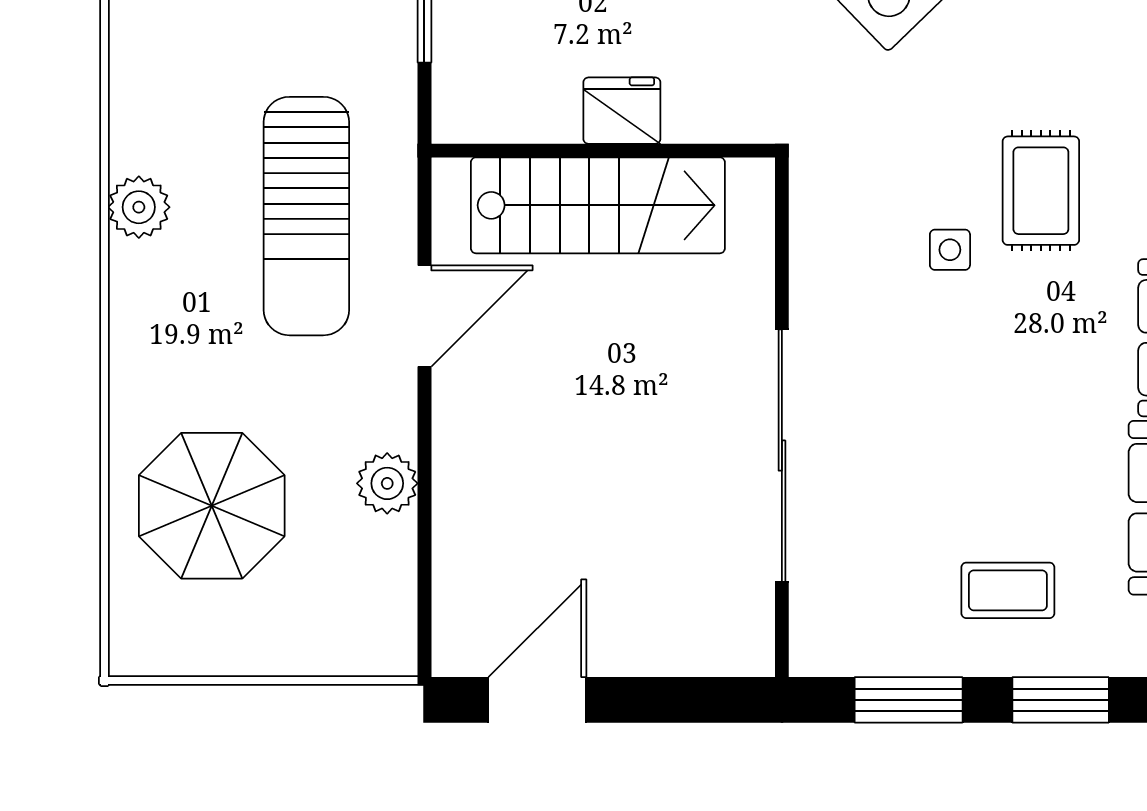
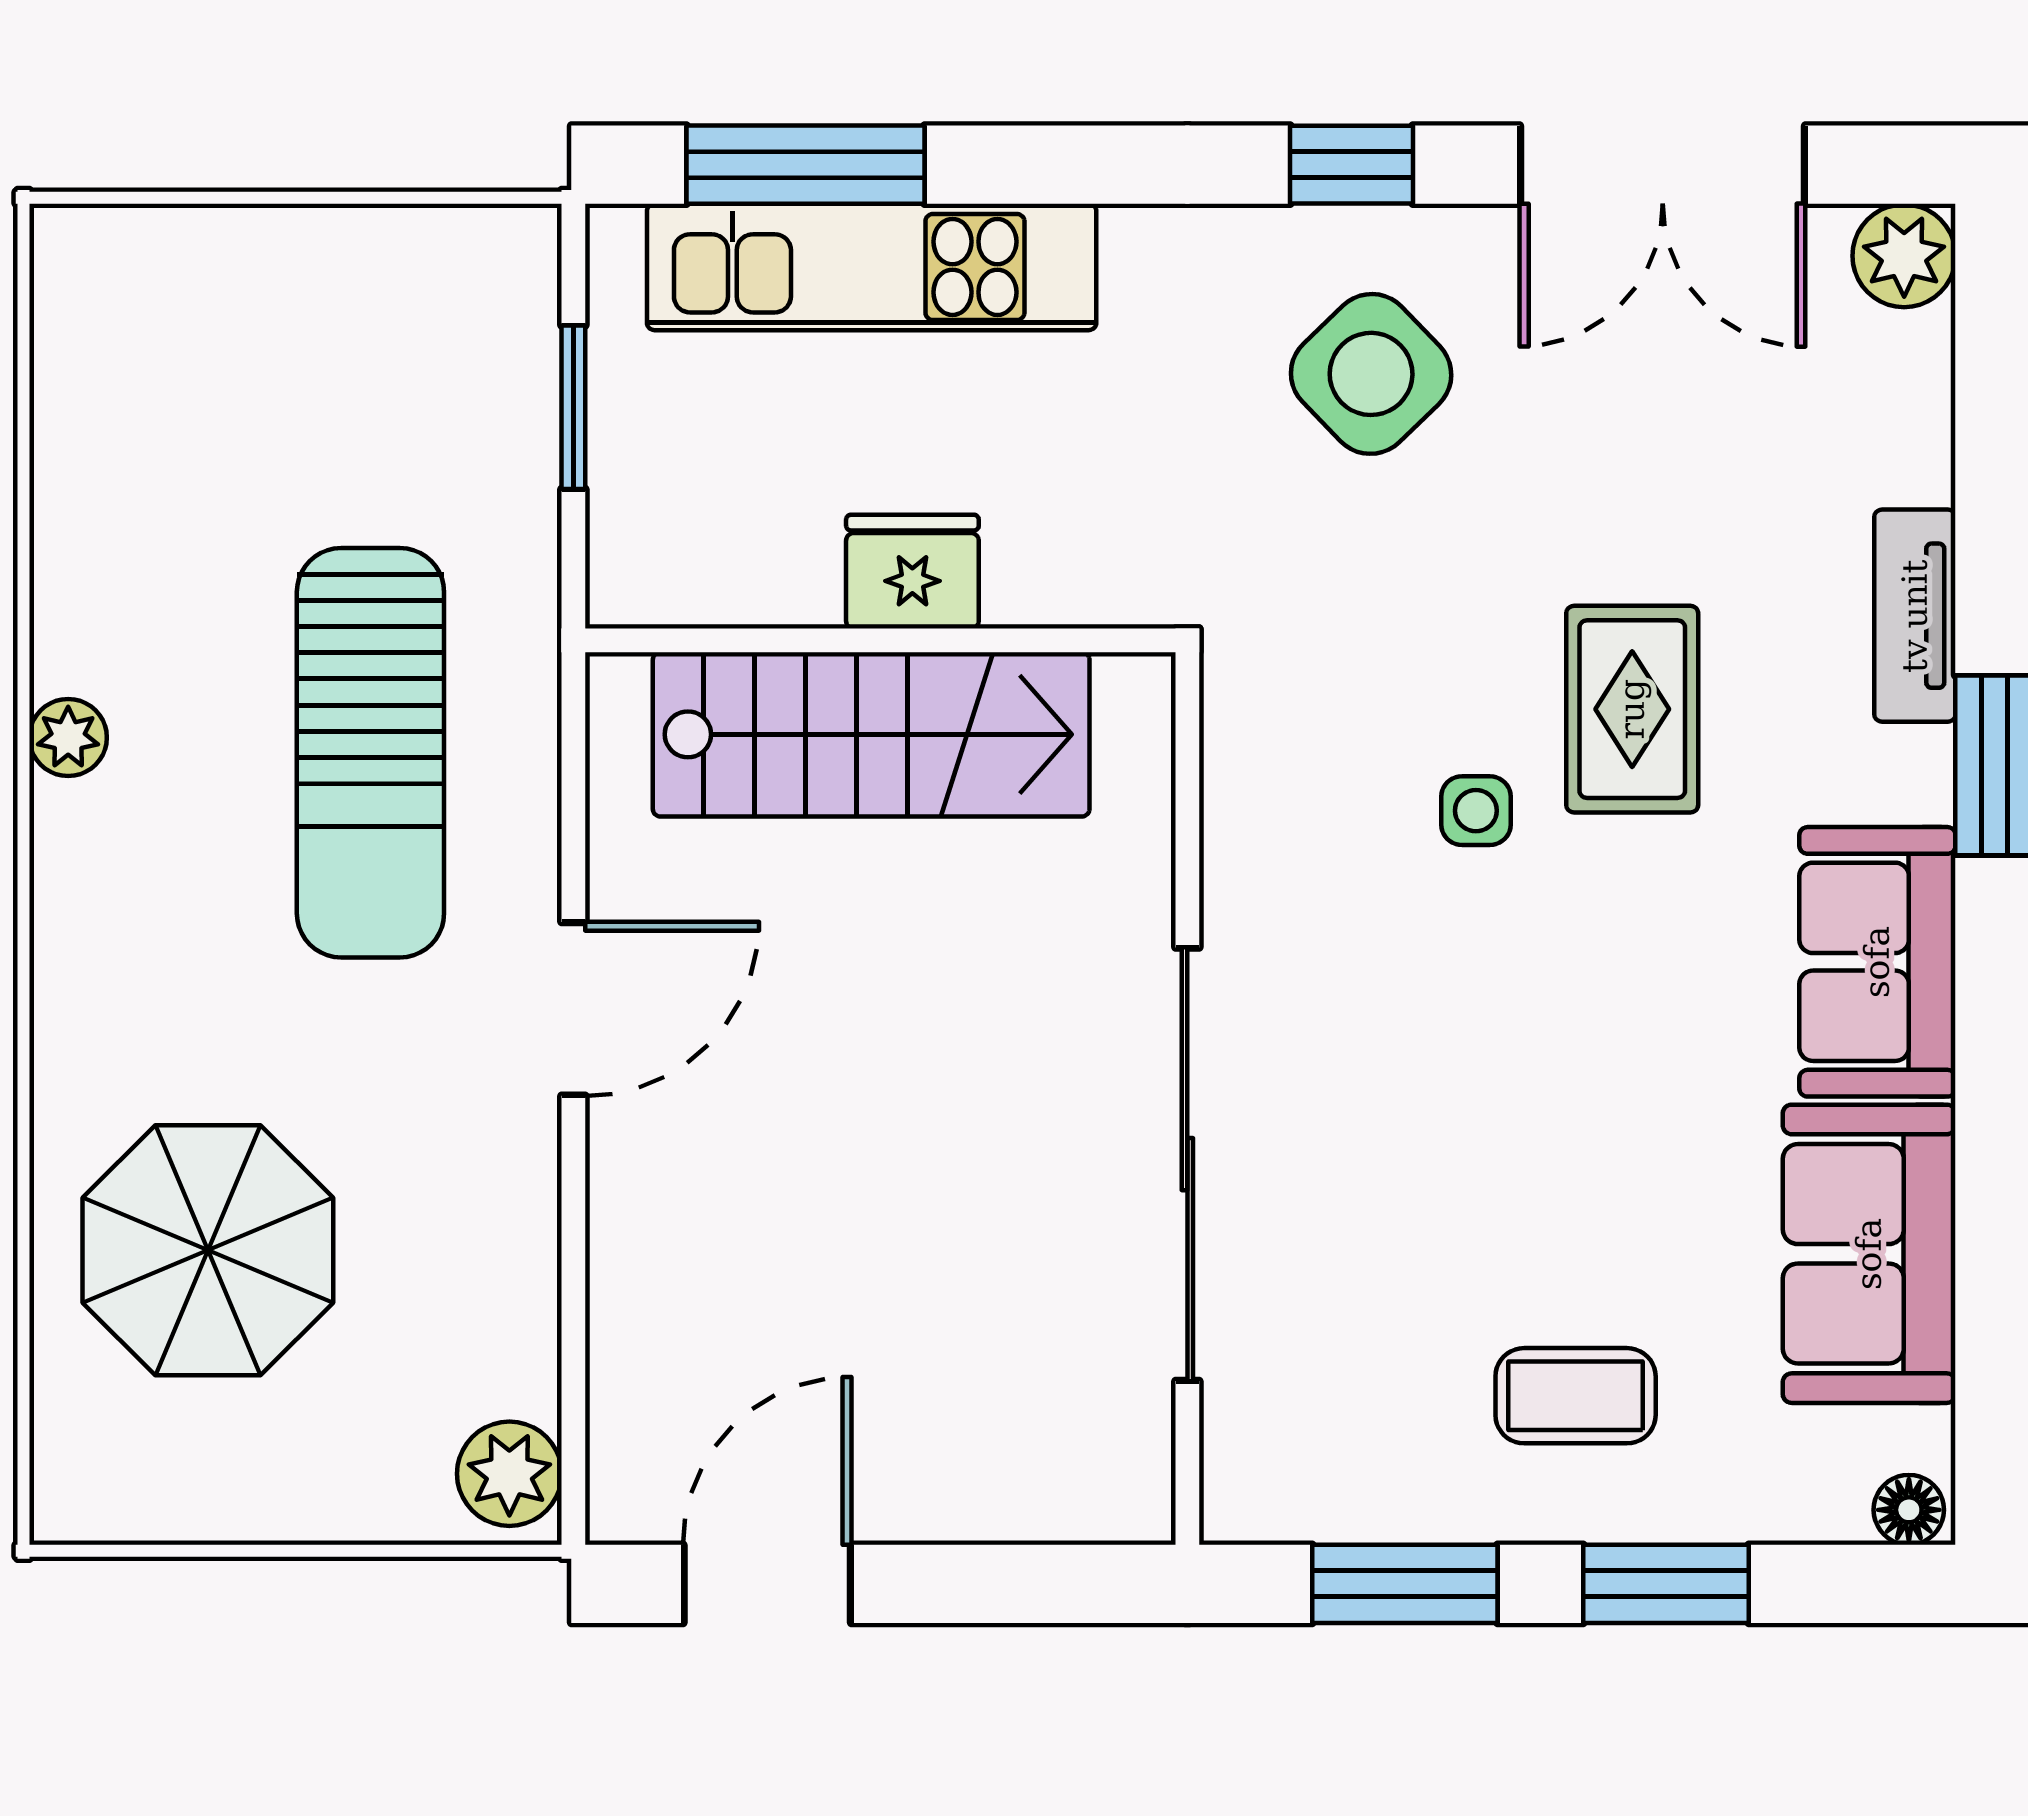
plant: (139, 207) -> (68, 738), width x0.73, depth x0.73
door: (424, 316) -> (573, 1009), moved
plant: (387, 483) -> (509, 1474), moved

